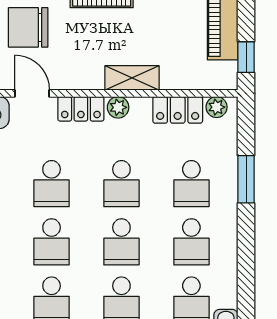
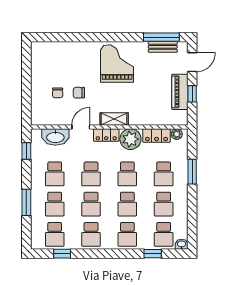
chair: (28, 27) -> (79, 93), width x0.54, depth x0.54
window: (246, 57) -> (192, 94), moved
shelving: (132, 78) -> (114, 119), moved
door: (32, 93) -> (81, 127), hinge flipped
plant: (118, 107) -> (130, 139), width x1.87, depth x1.87

